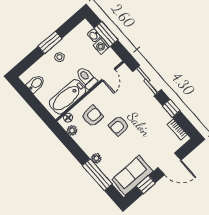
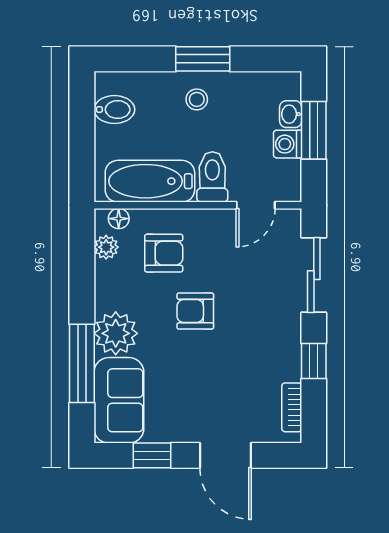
plant: (96, 158) -> (116, 333), width x1.88, depth x1.88
sofa: (132, 175) -> (119, 400), moved, turned 90

